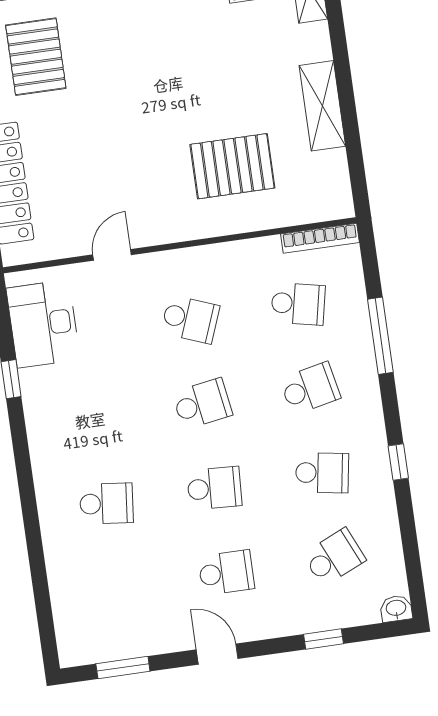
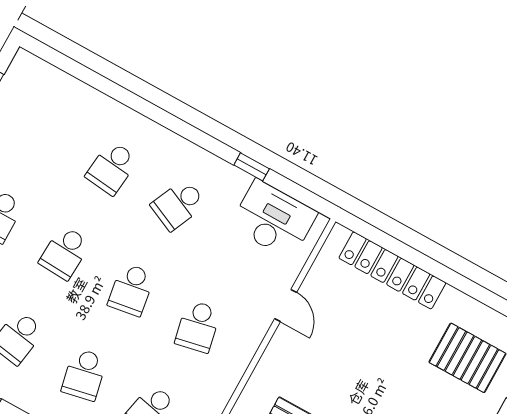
school desk: (190, 319) -> (198, 326), turned -33
school desk: (94, 419) -> (178, 205), added

